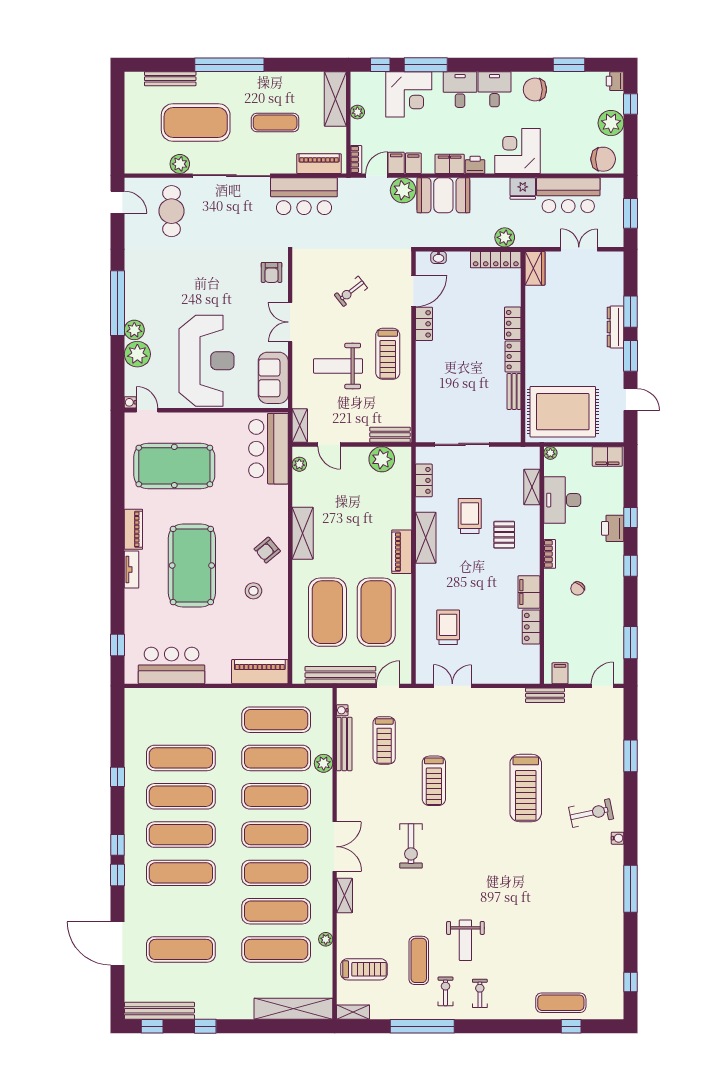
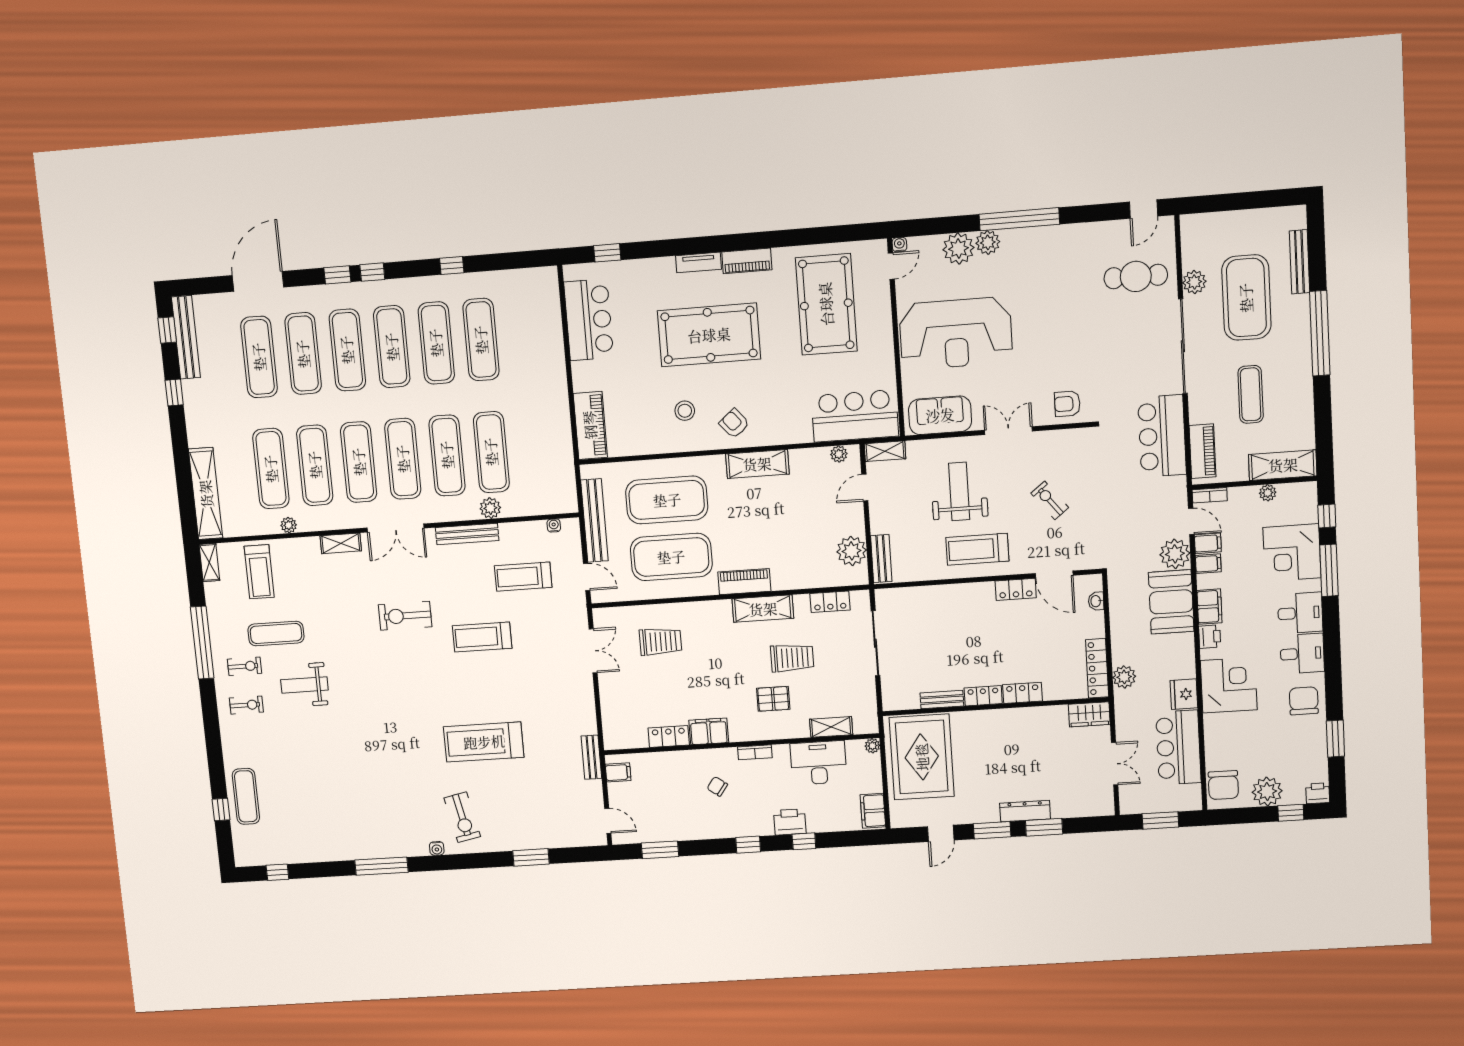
exercise mat: (276, 720) -> (303, 354), moved
bench: (344, 744) -> (467, 534), moved

